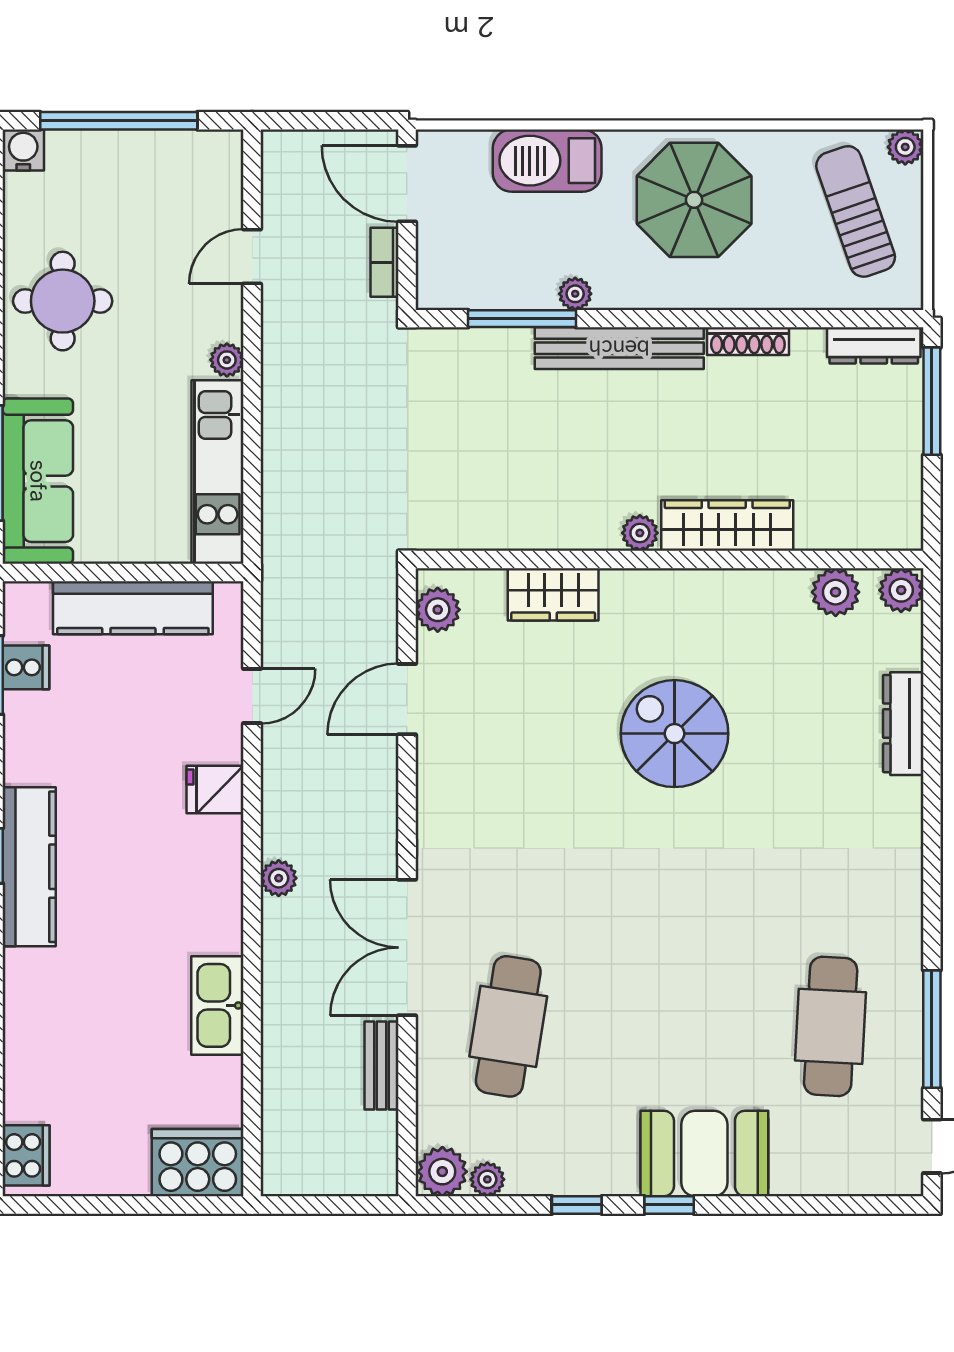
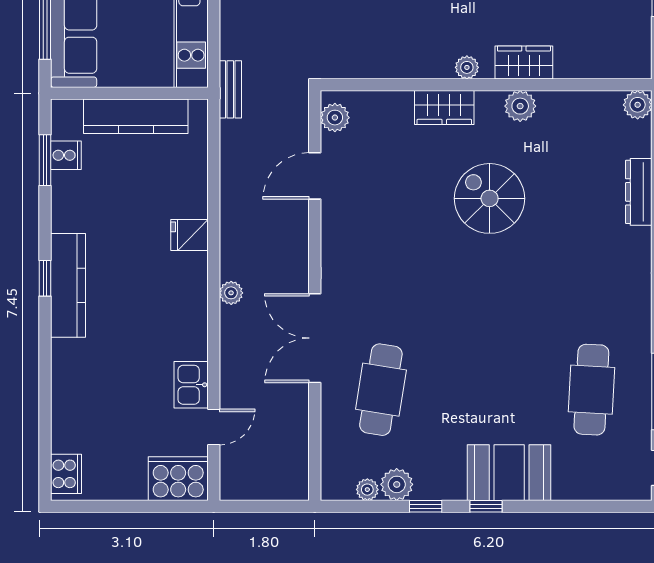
wardrobe: (727, 525) -> (524, 63), width x0.67
plant: (836, 592) -> (520, 106), moved
wardrobe: (553, 594) -> (444, 108), moved
door: (252, 696) -> (214, 427), moved
kitchen sink: (217, 1005) -> (191, 385), width x0.73
bench: (382, 1065) -> (230, 89), moved
plant: (442, 1172) -> (397, 484), moved

